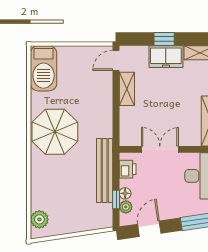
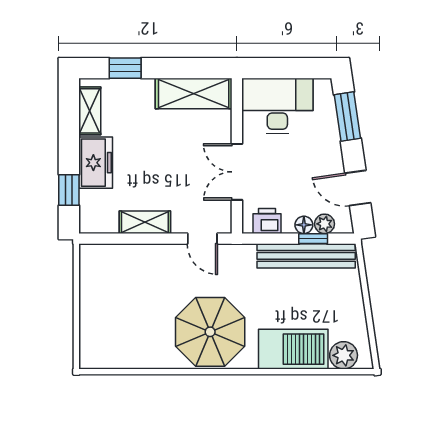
window: (164, 39) -> (69, 190), moved
door: (116, 60) -> (202, 239), moved
barbecue: (44, 68) -> (293, 349), moved
bench: (105, 170) -> (306, 256), moved

